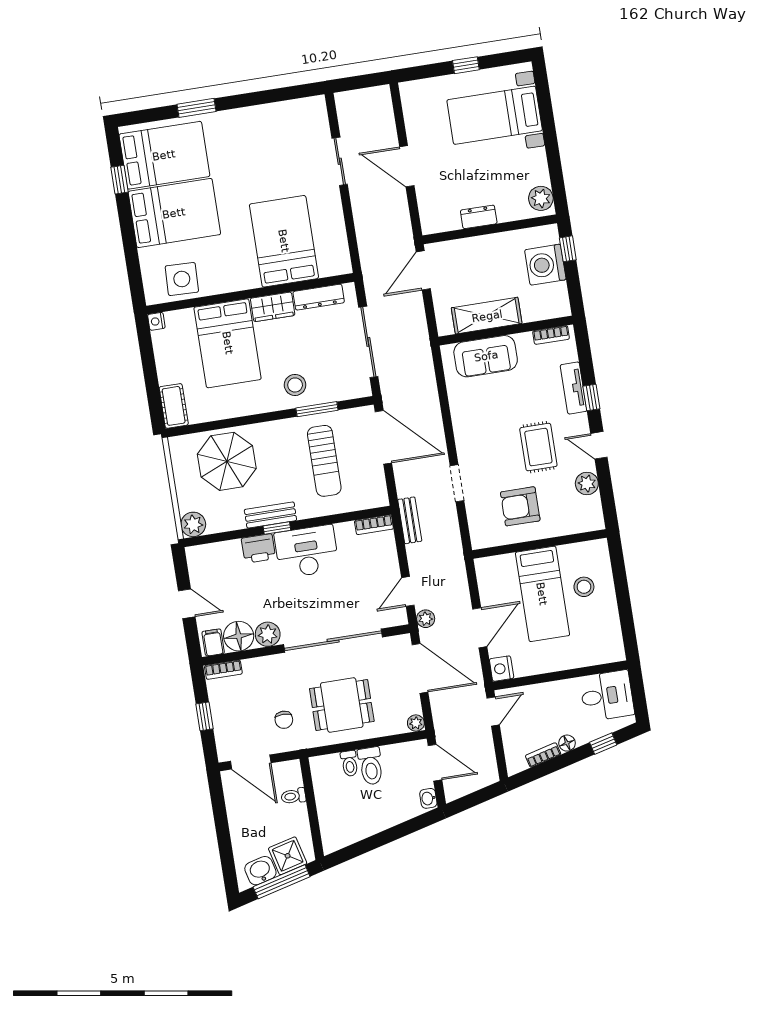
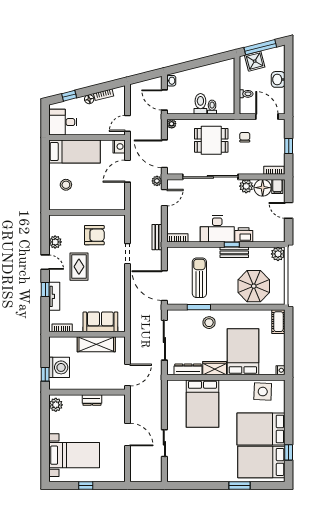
bed: (542, 594) -> (74, 151), moved, turned 90
washbasin: (260, 871) -> (278, 79), moved, turned 104

